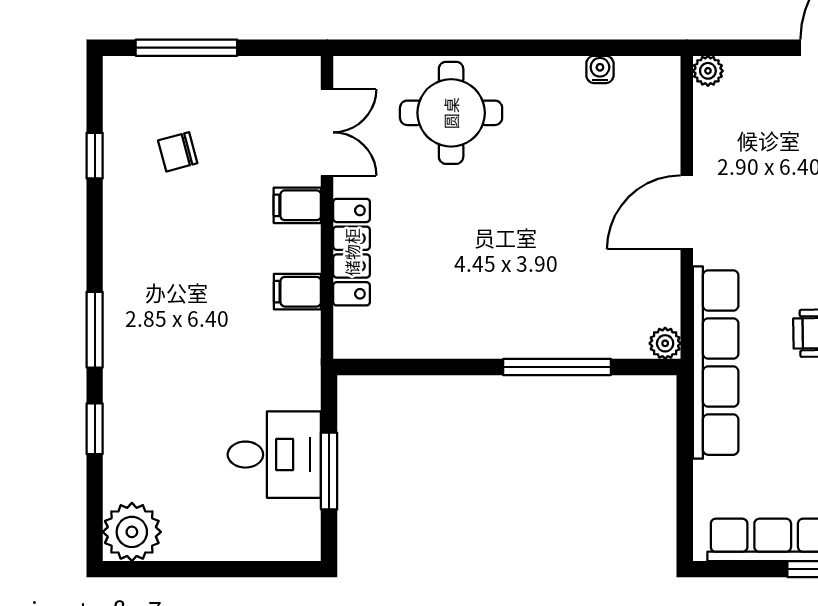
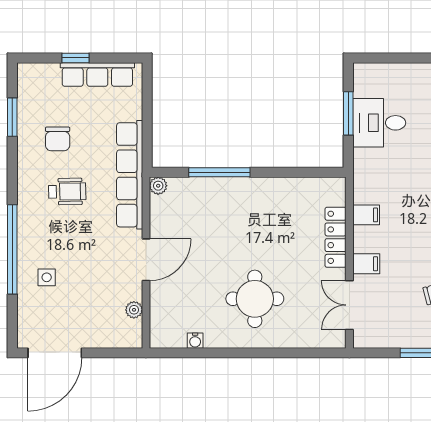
plant: (708, 71) -> (134, 310), moved
round table: (451, 113) -> (255, 299), moved

